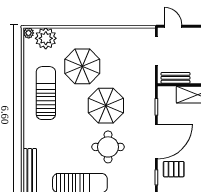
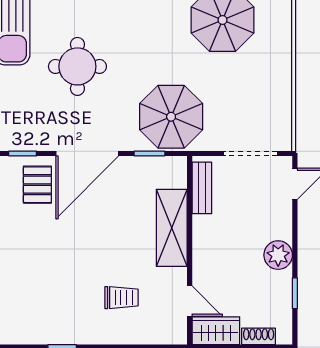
parasol: (106, 106) -> (171, 117), moved
door: (156, 141) -> (87, 154), hinge flipped

